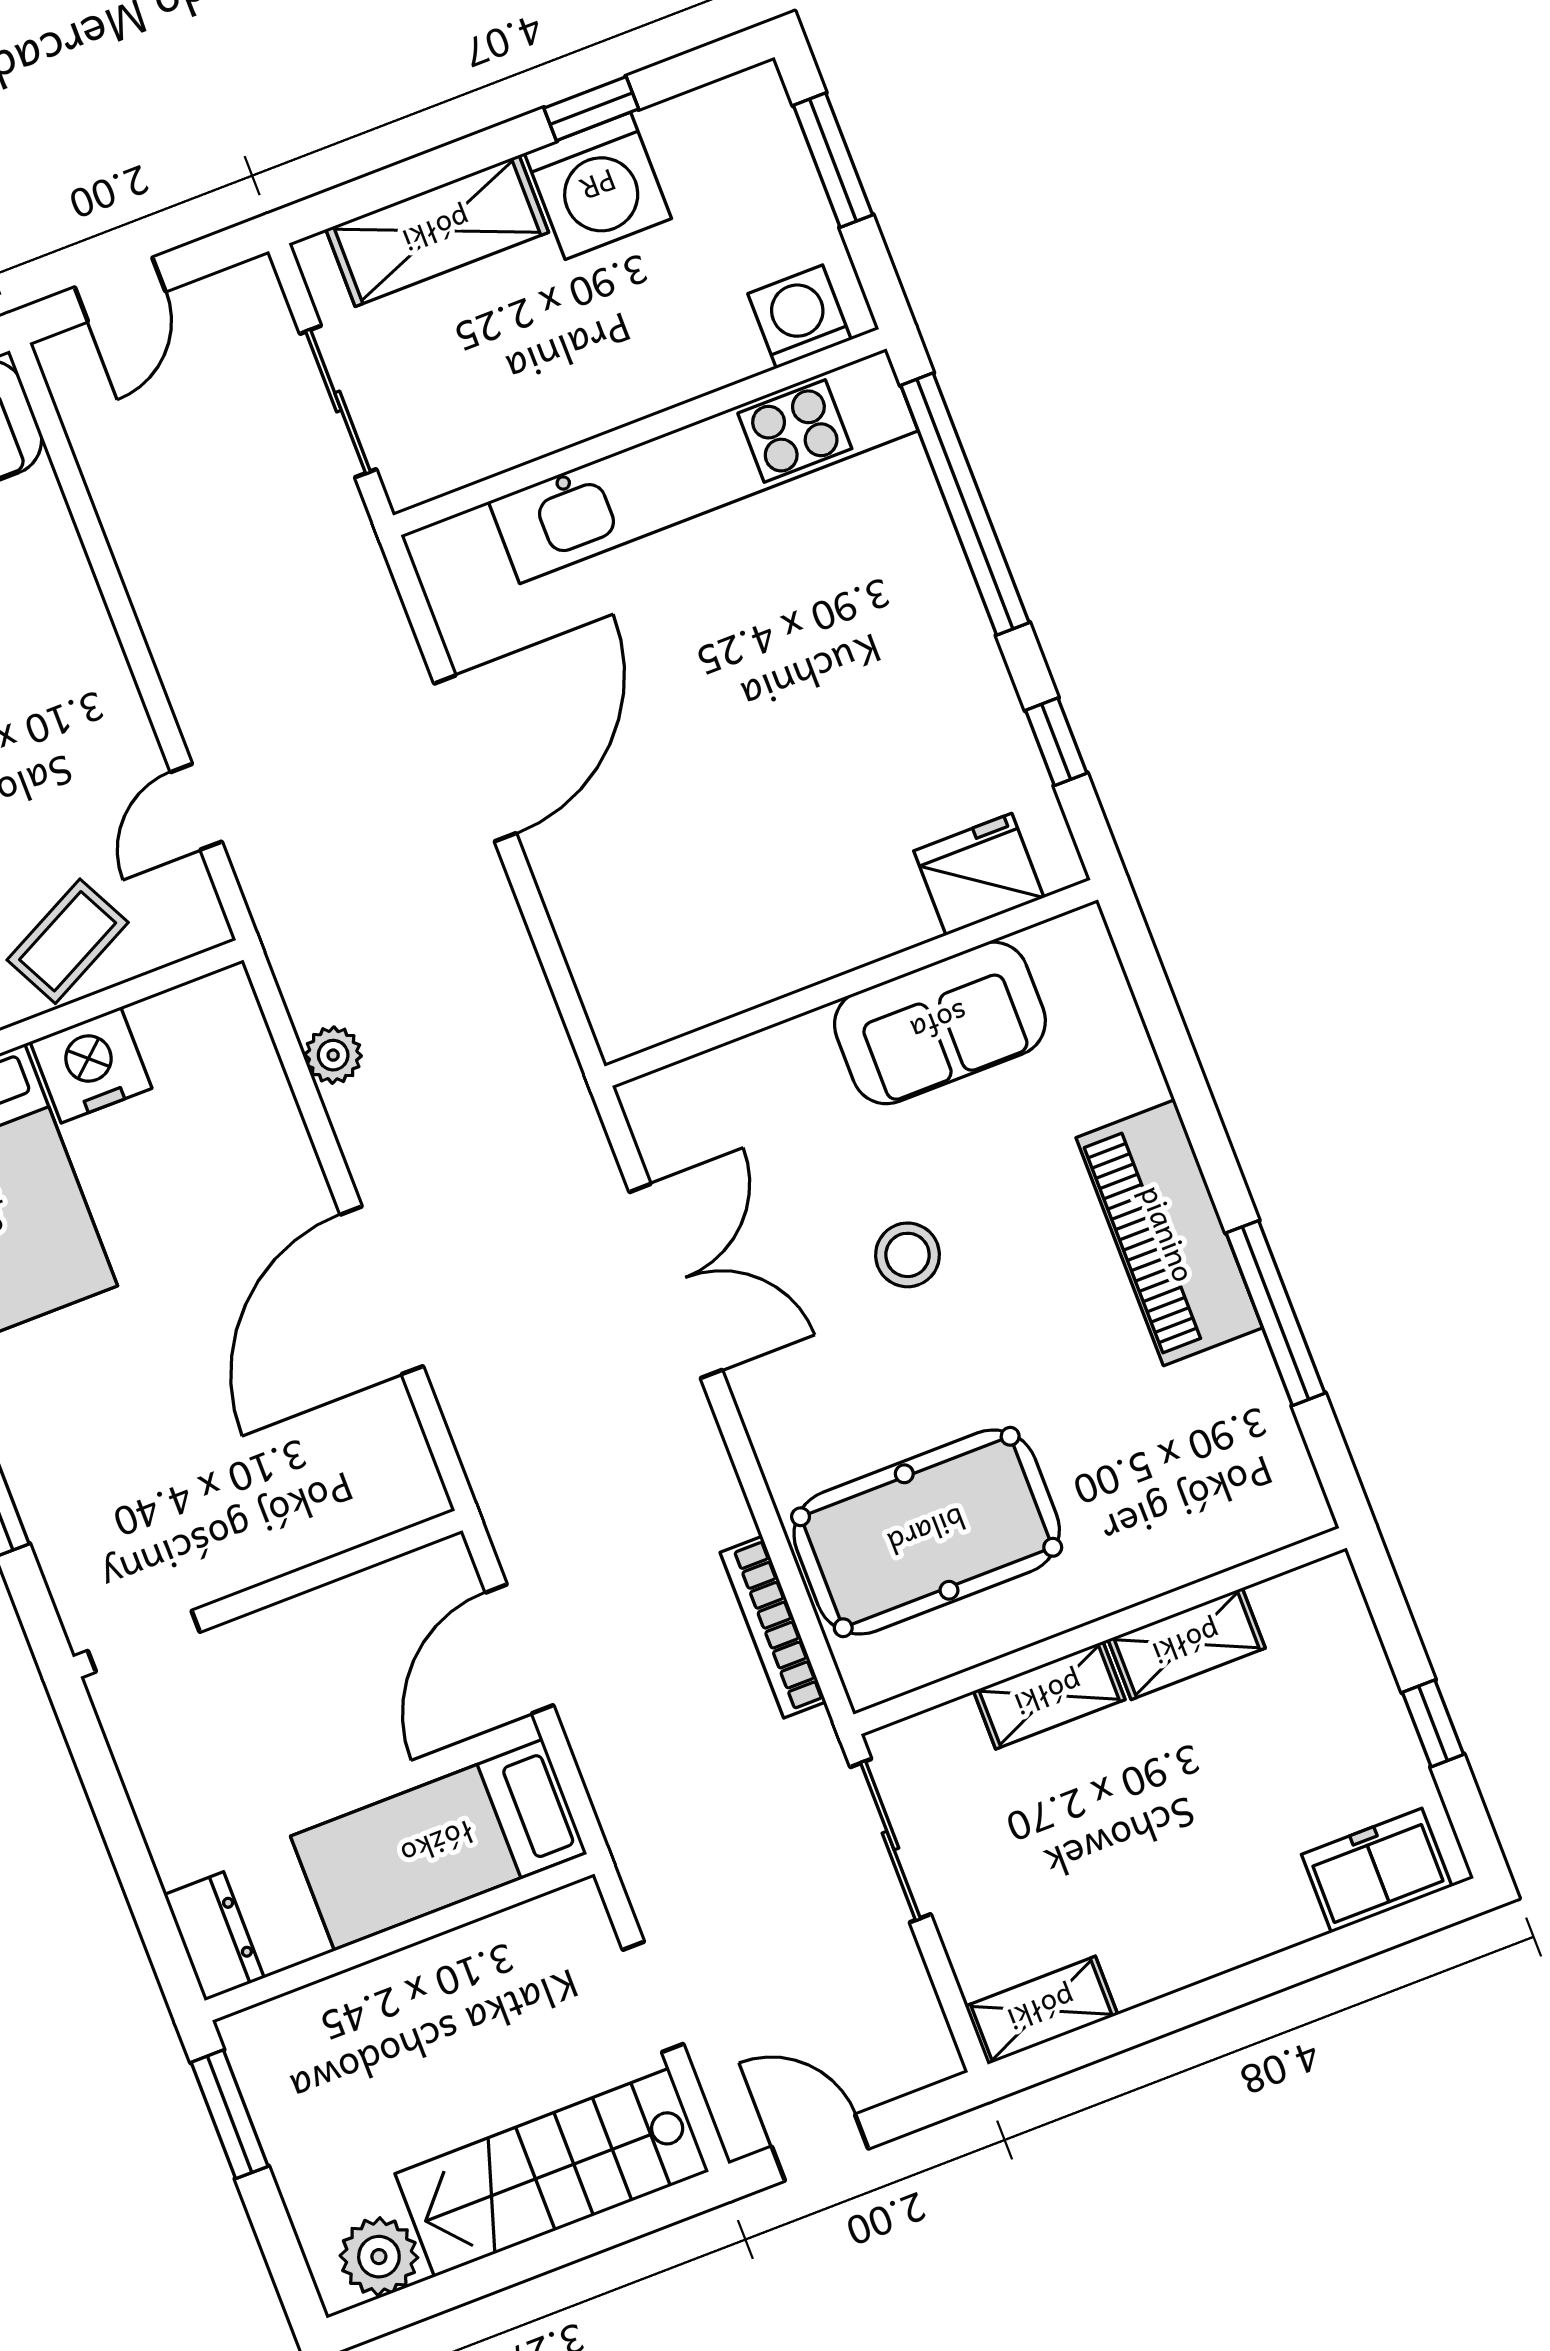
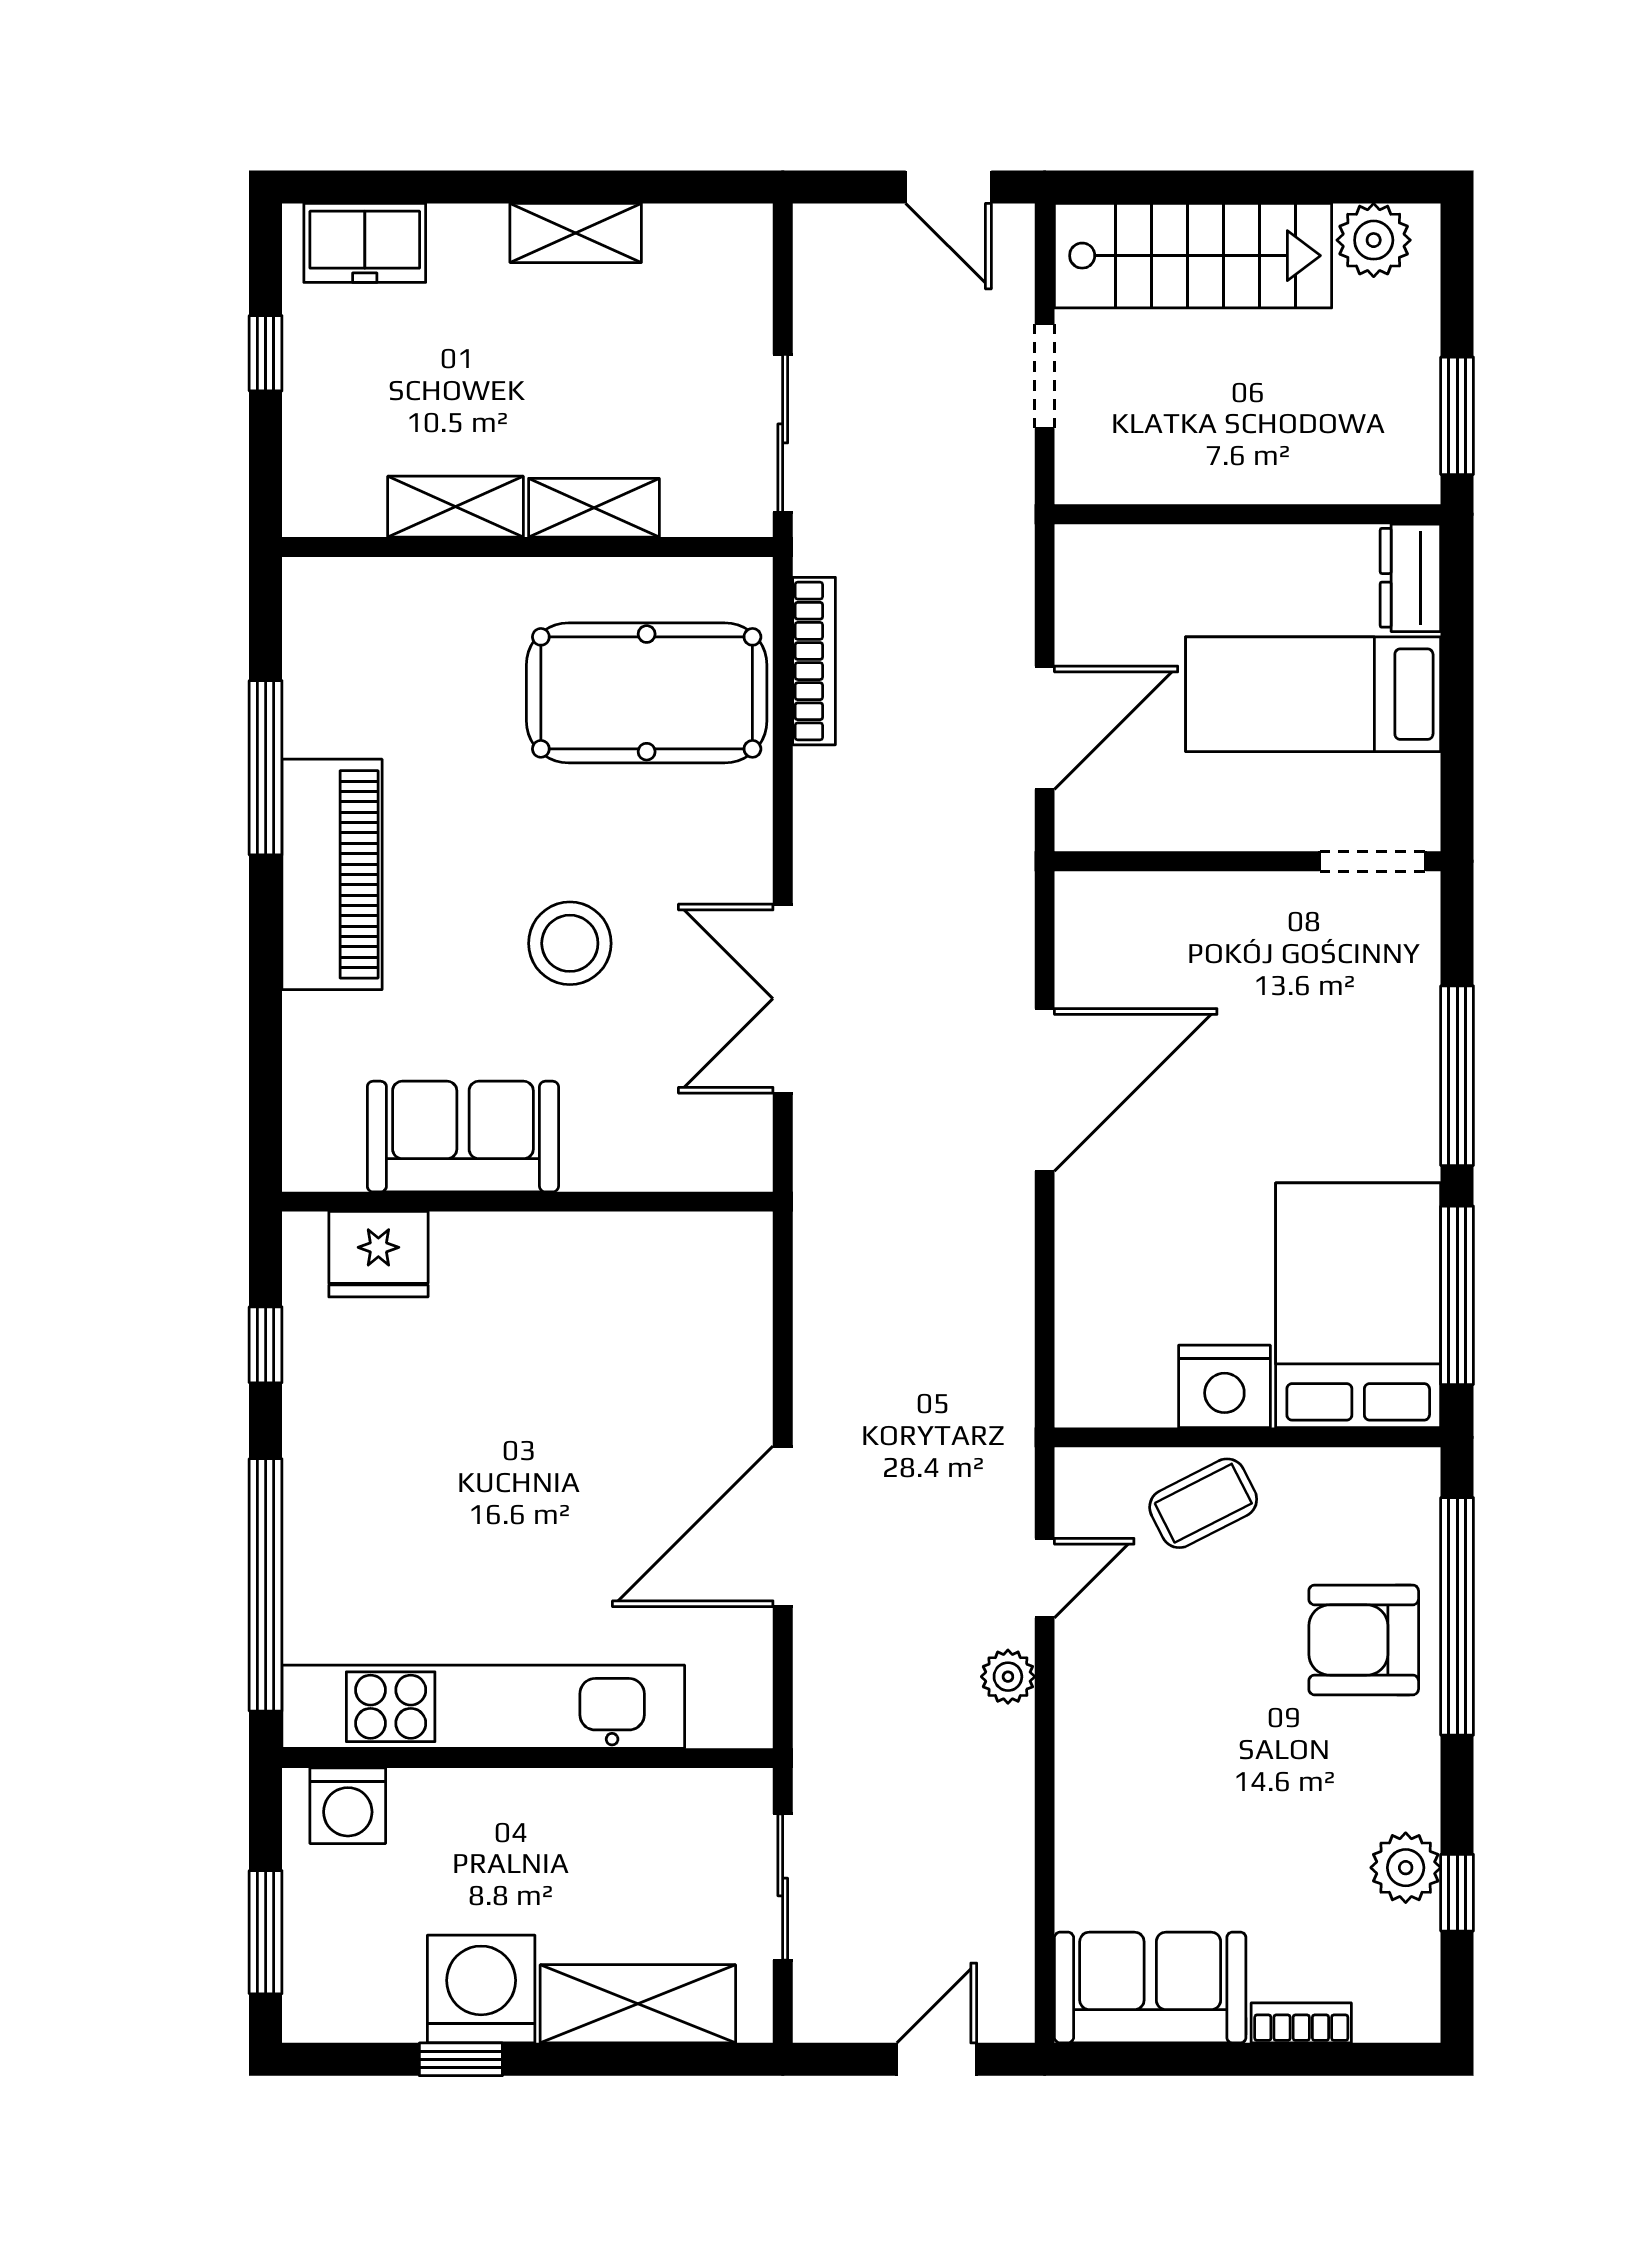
plant: (333, 1055) -> (1008, 1677), moved
stool: (908, 1255) -> (570, 943), width x1.38, depth x1.38
bed: (438, 1844) -> (1313, 694), moved, turned 180
shelving: (1042, 2010) -> (576, 233), moved

